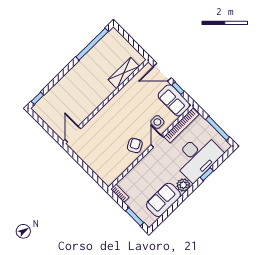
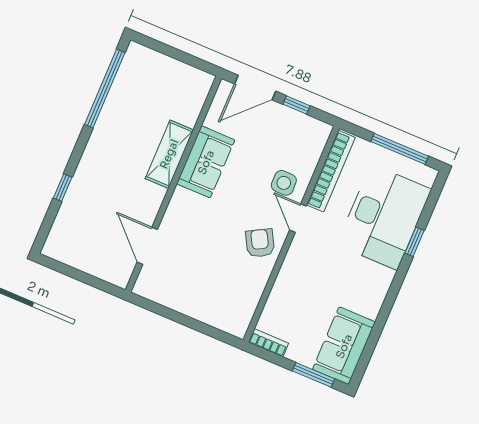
shelving: (124, 73) -> (169, 154), moved
window: (37, 98) -> (63, 188), moved
sofa: (174, 100) -> (206, 162), moved, turned -90
door: (73, 134) -> (147, 246), moved
plant: (183, 185) -> (379, 279), removed
sofa: (163, 200) -> (344, 346), moved

